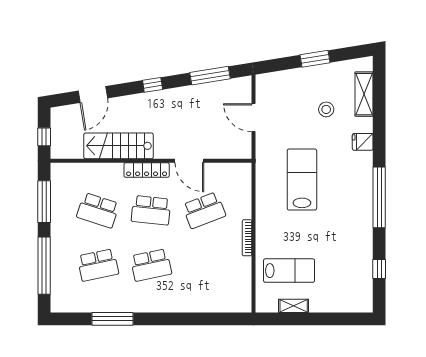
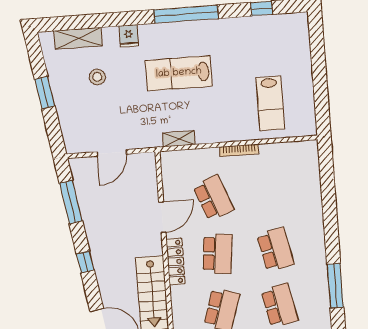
lab bench: (302, 180) -> (179, 73), moved
lab bench: (289, 271) -> (270, 103), turned 180
shelving: (294, 306) -> (179, 139), moved, turned 90

